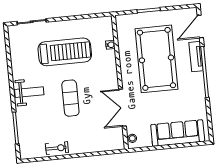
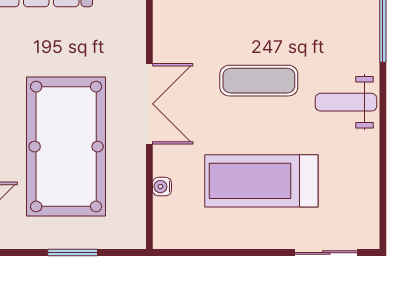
exercise mat: (70, 98) -> (259, 81), turned 90
double door: (122, 108) -> (149, 104), moved

